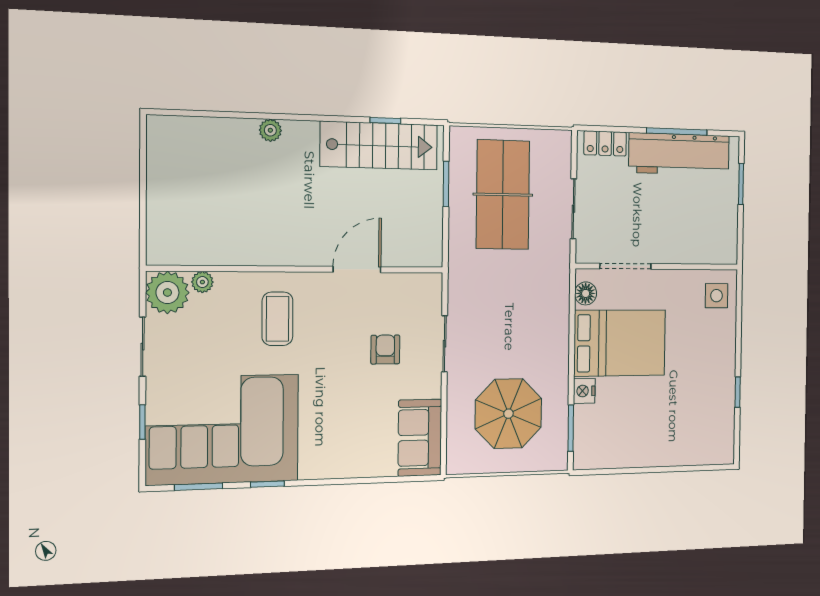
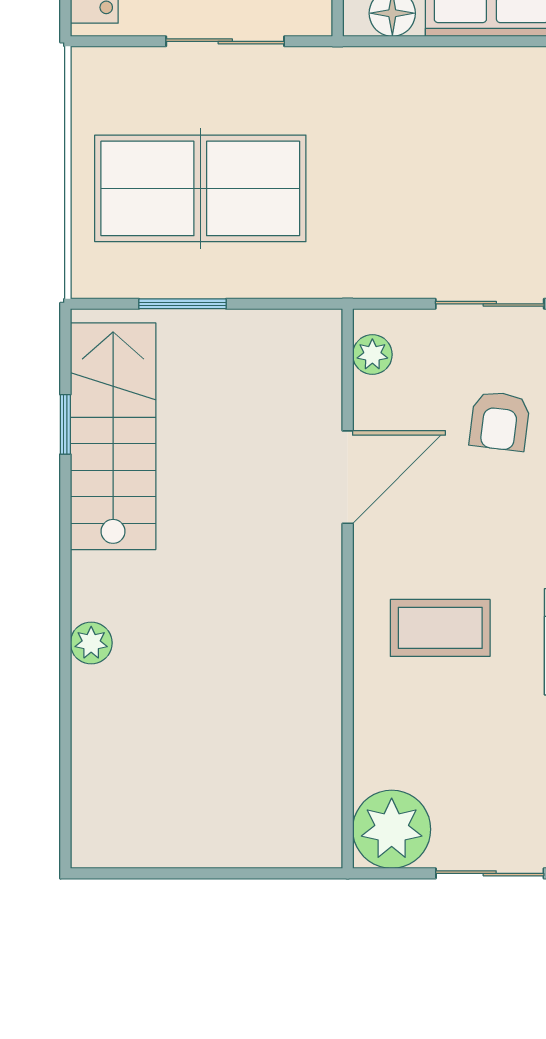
door: (357, 269) -> (348, 477), swing flipped
plant: (202, 282) -> (372, 355), moved
armchair: (385, 350) -> (500, 421), turned -83

